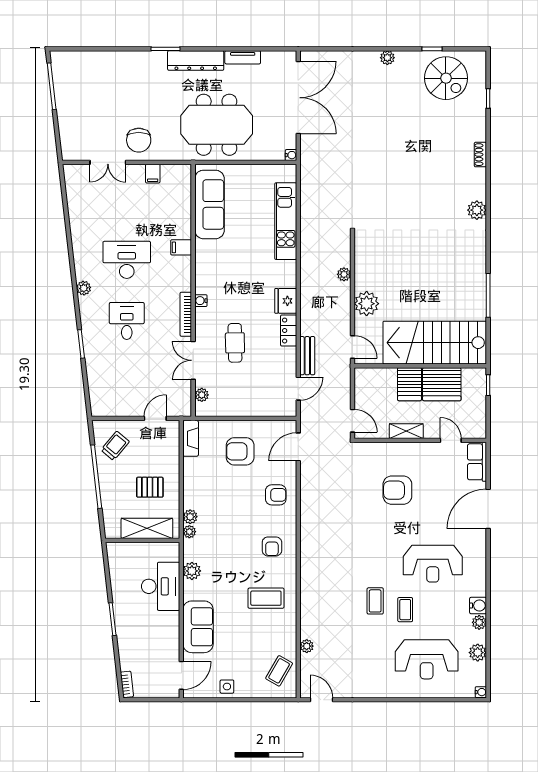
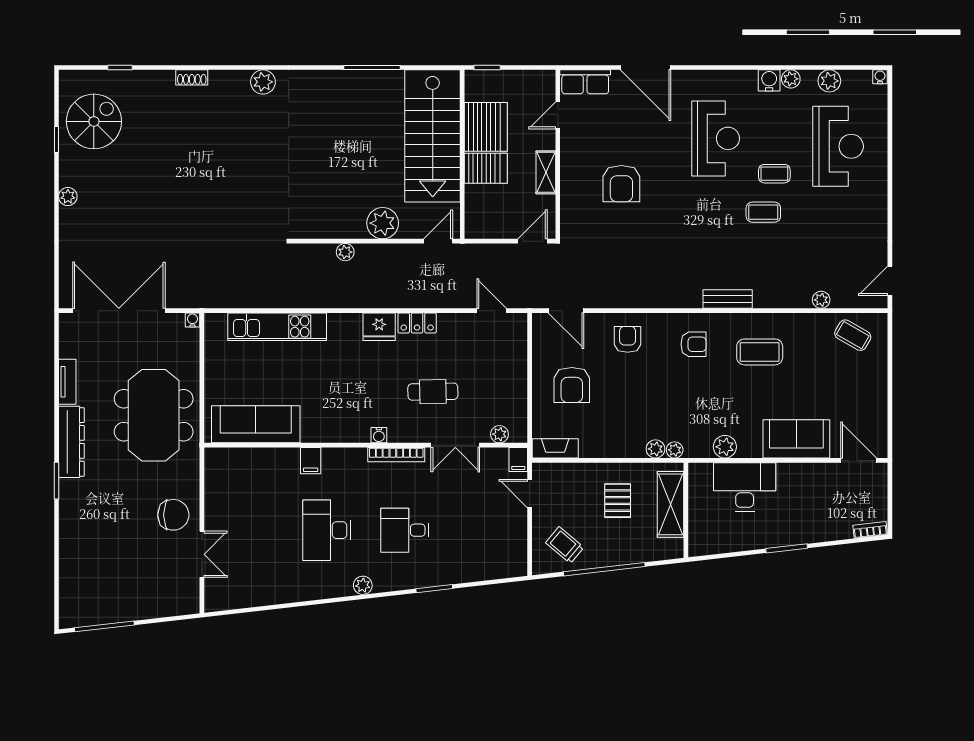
filing cabinet: (153, 174) -> (518, 459), moved, turned 90
bench: (307, 356) -> (728, 299), moved
coffee table: (266, 598) -> (760, 352), turned 90
side table: (227, 687) -> (873, 402), removed

